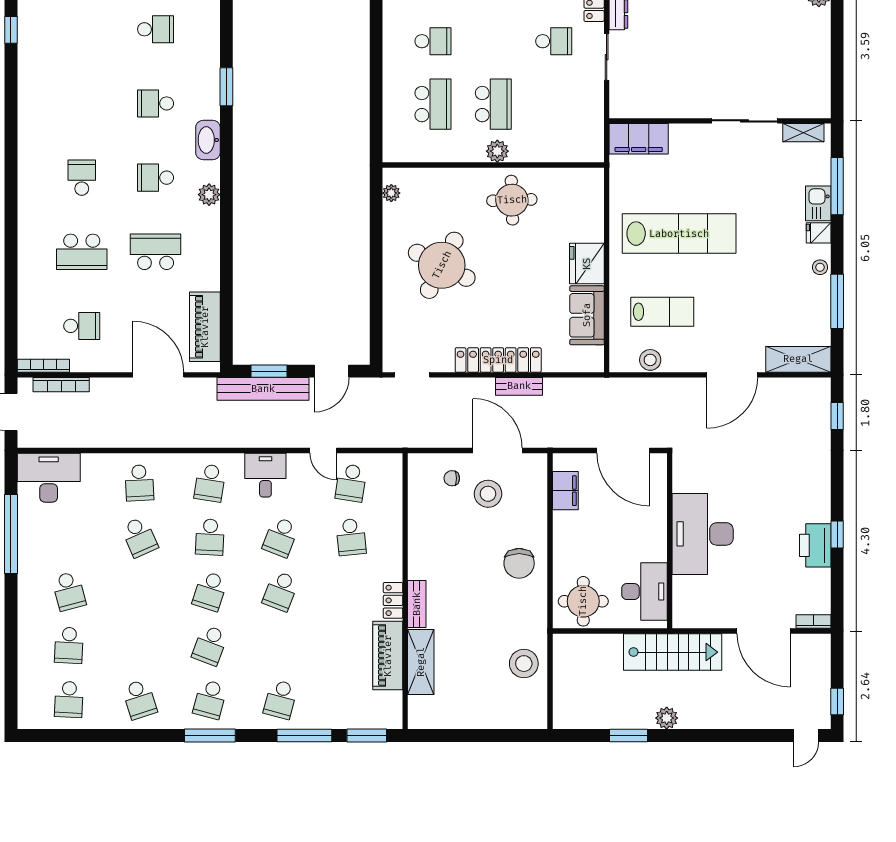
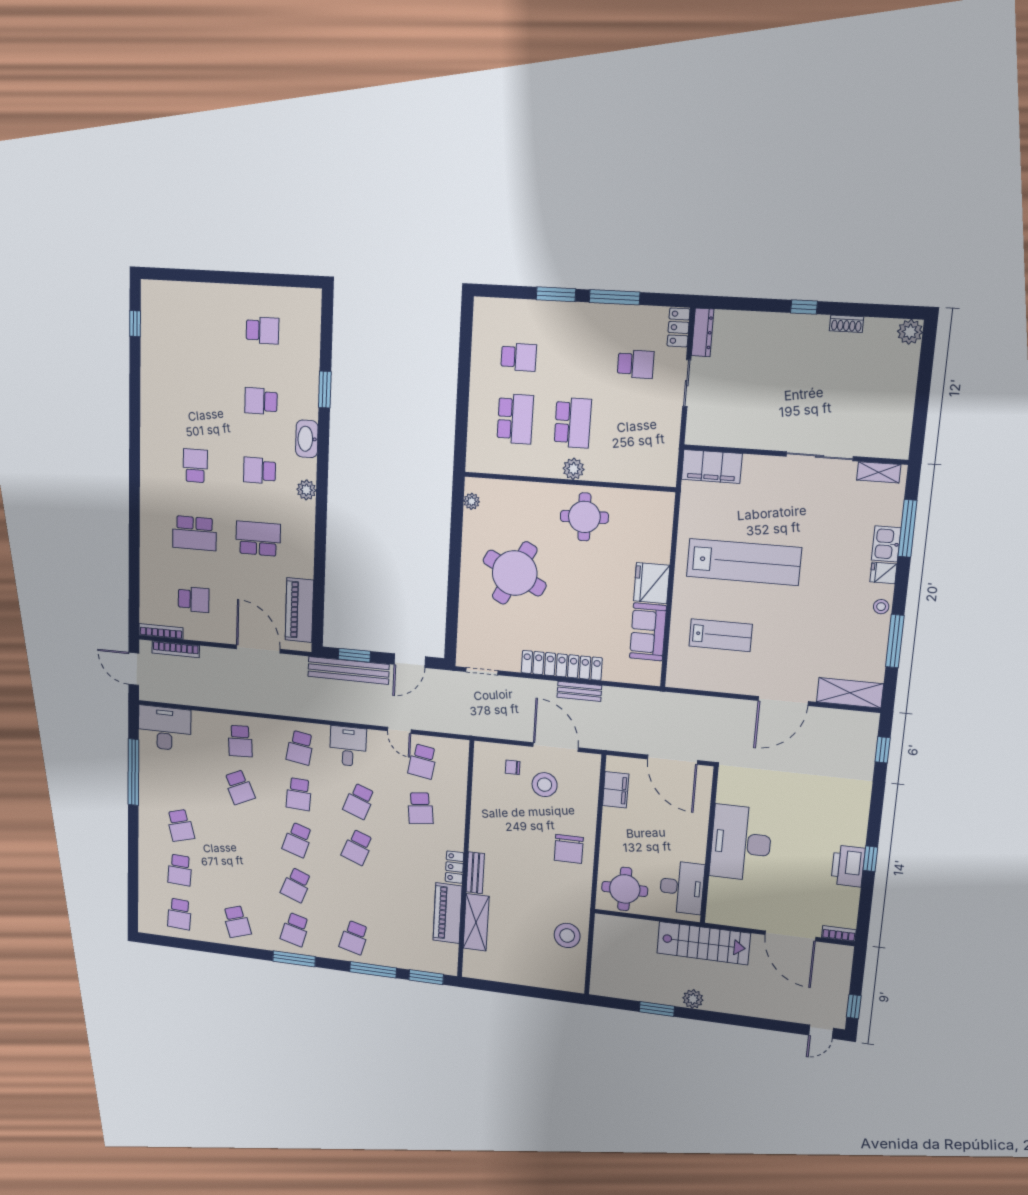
stool: (650, 360) -> (705, 679), removed

